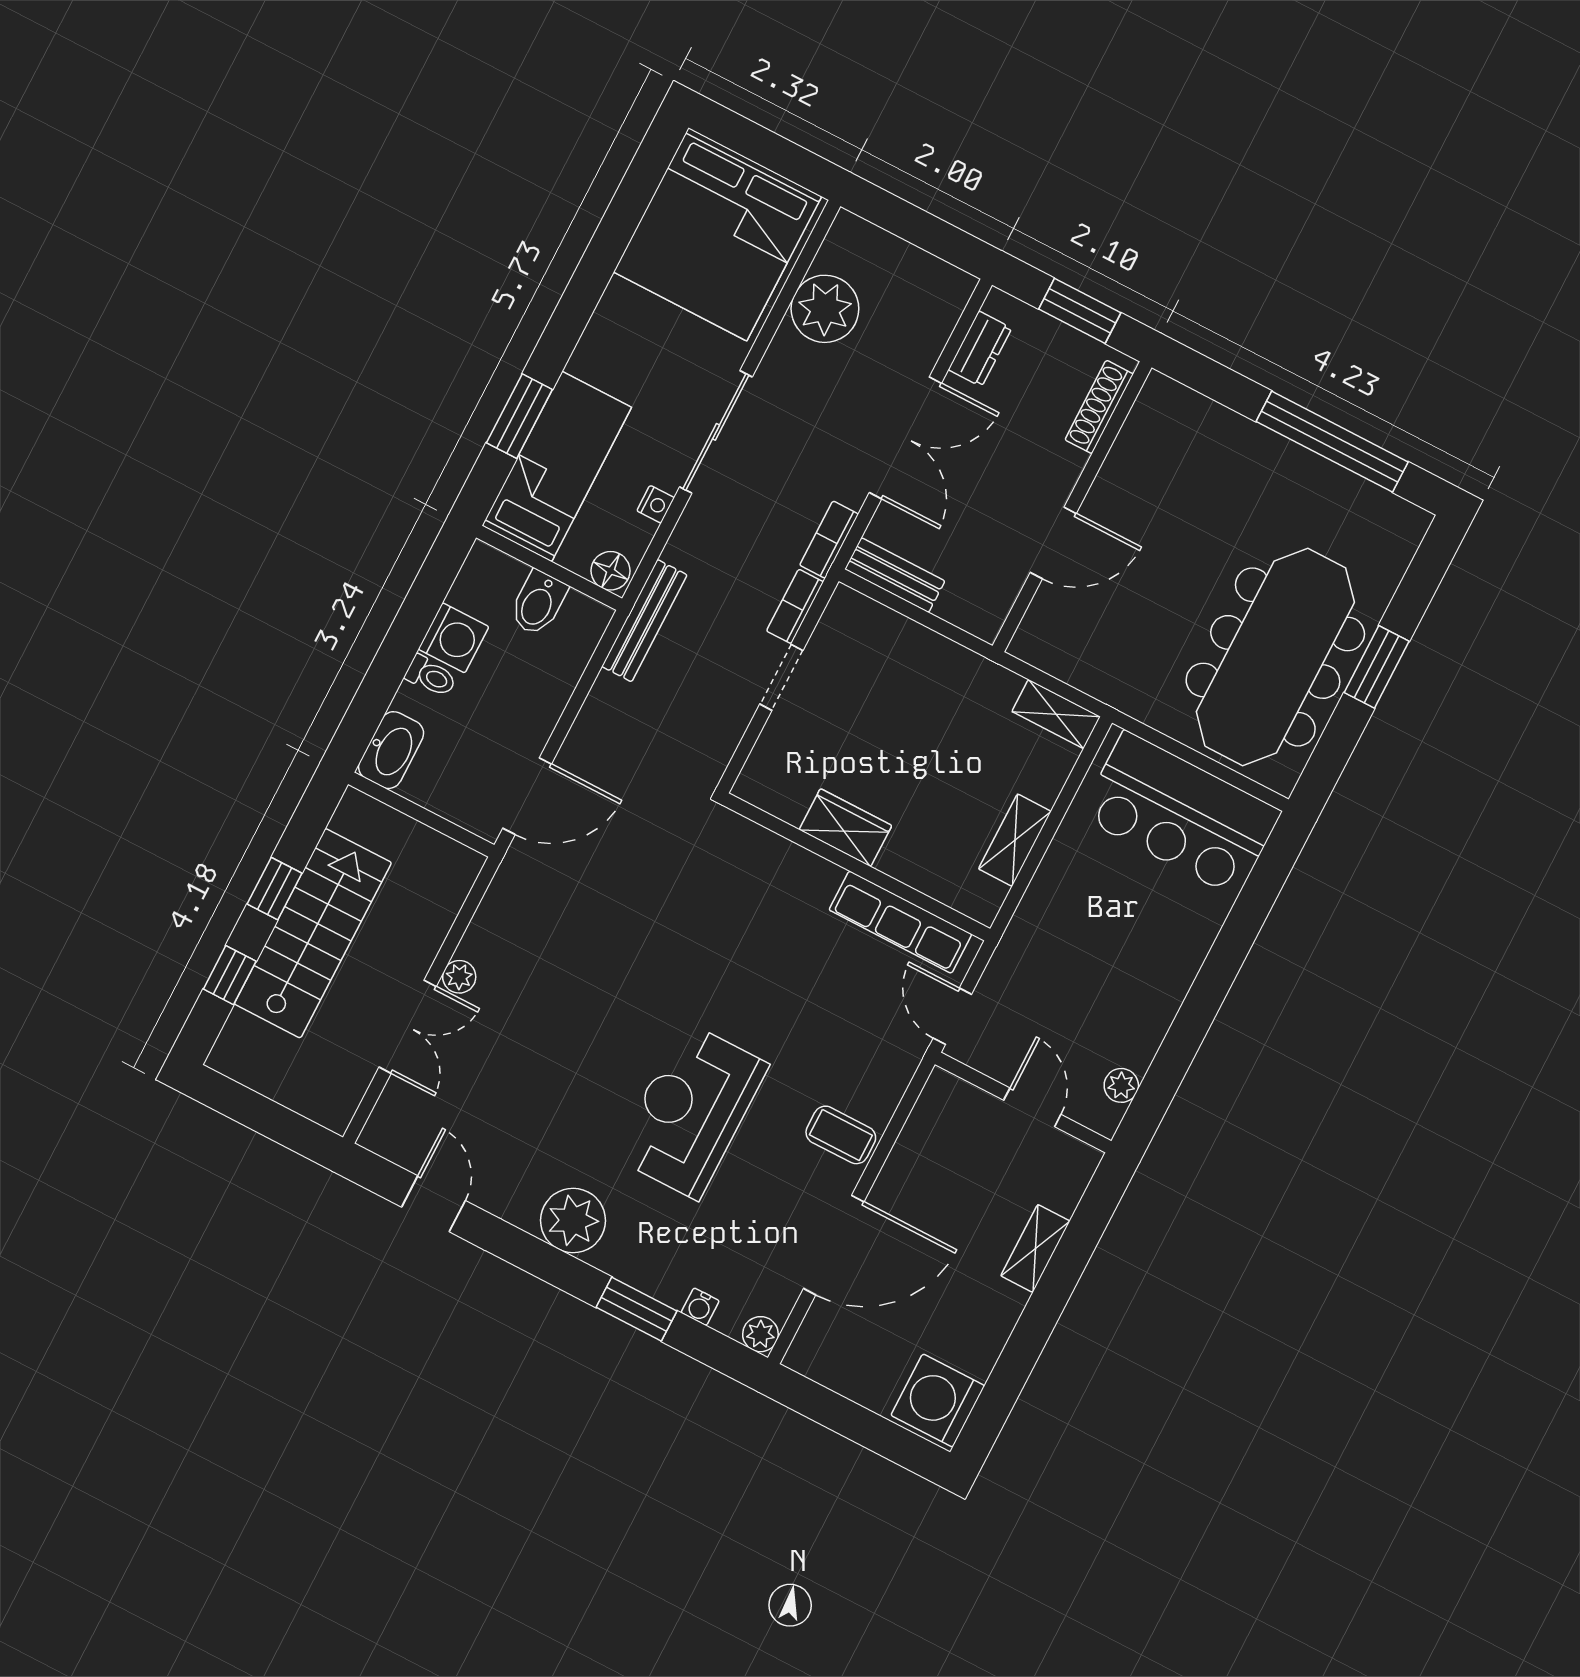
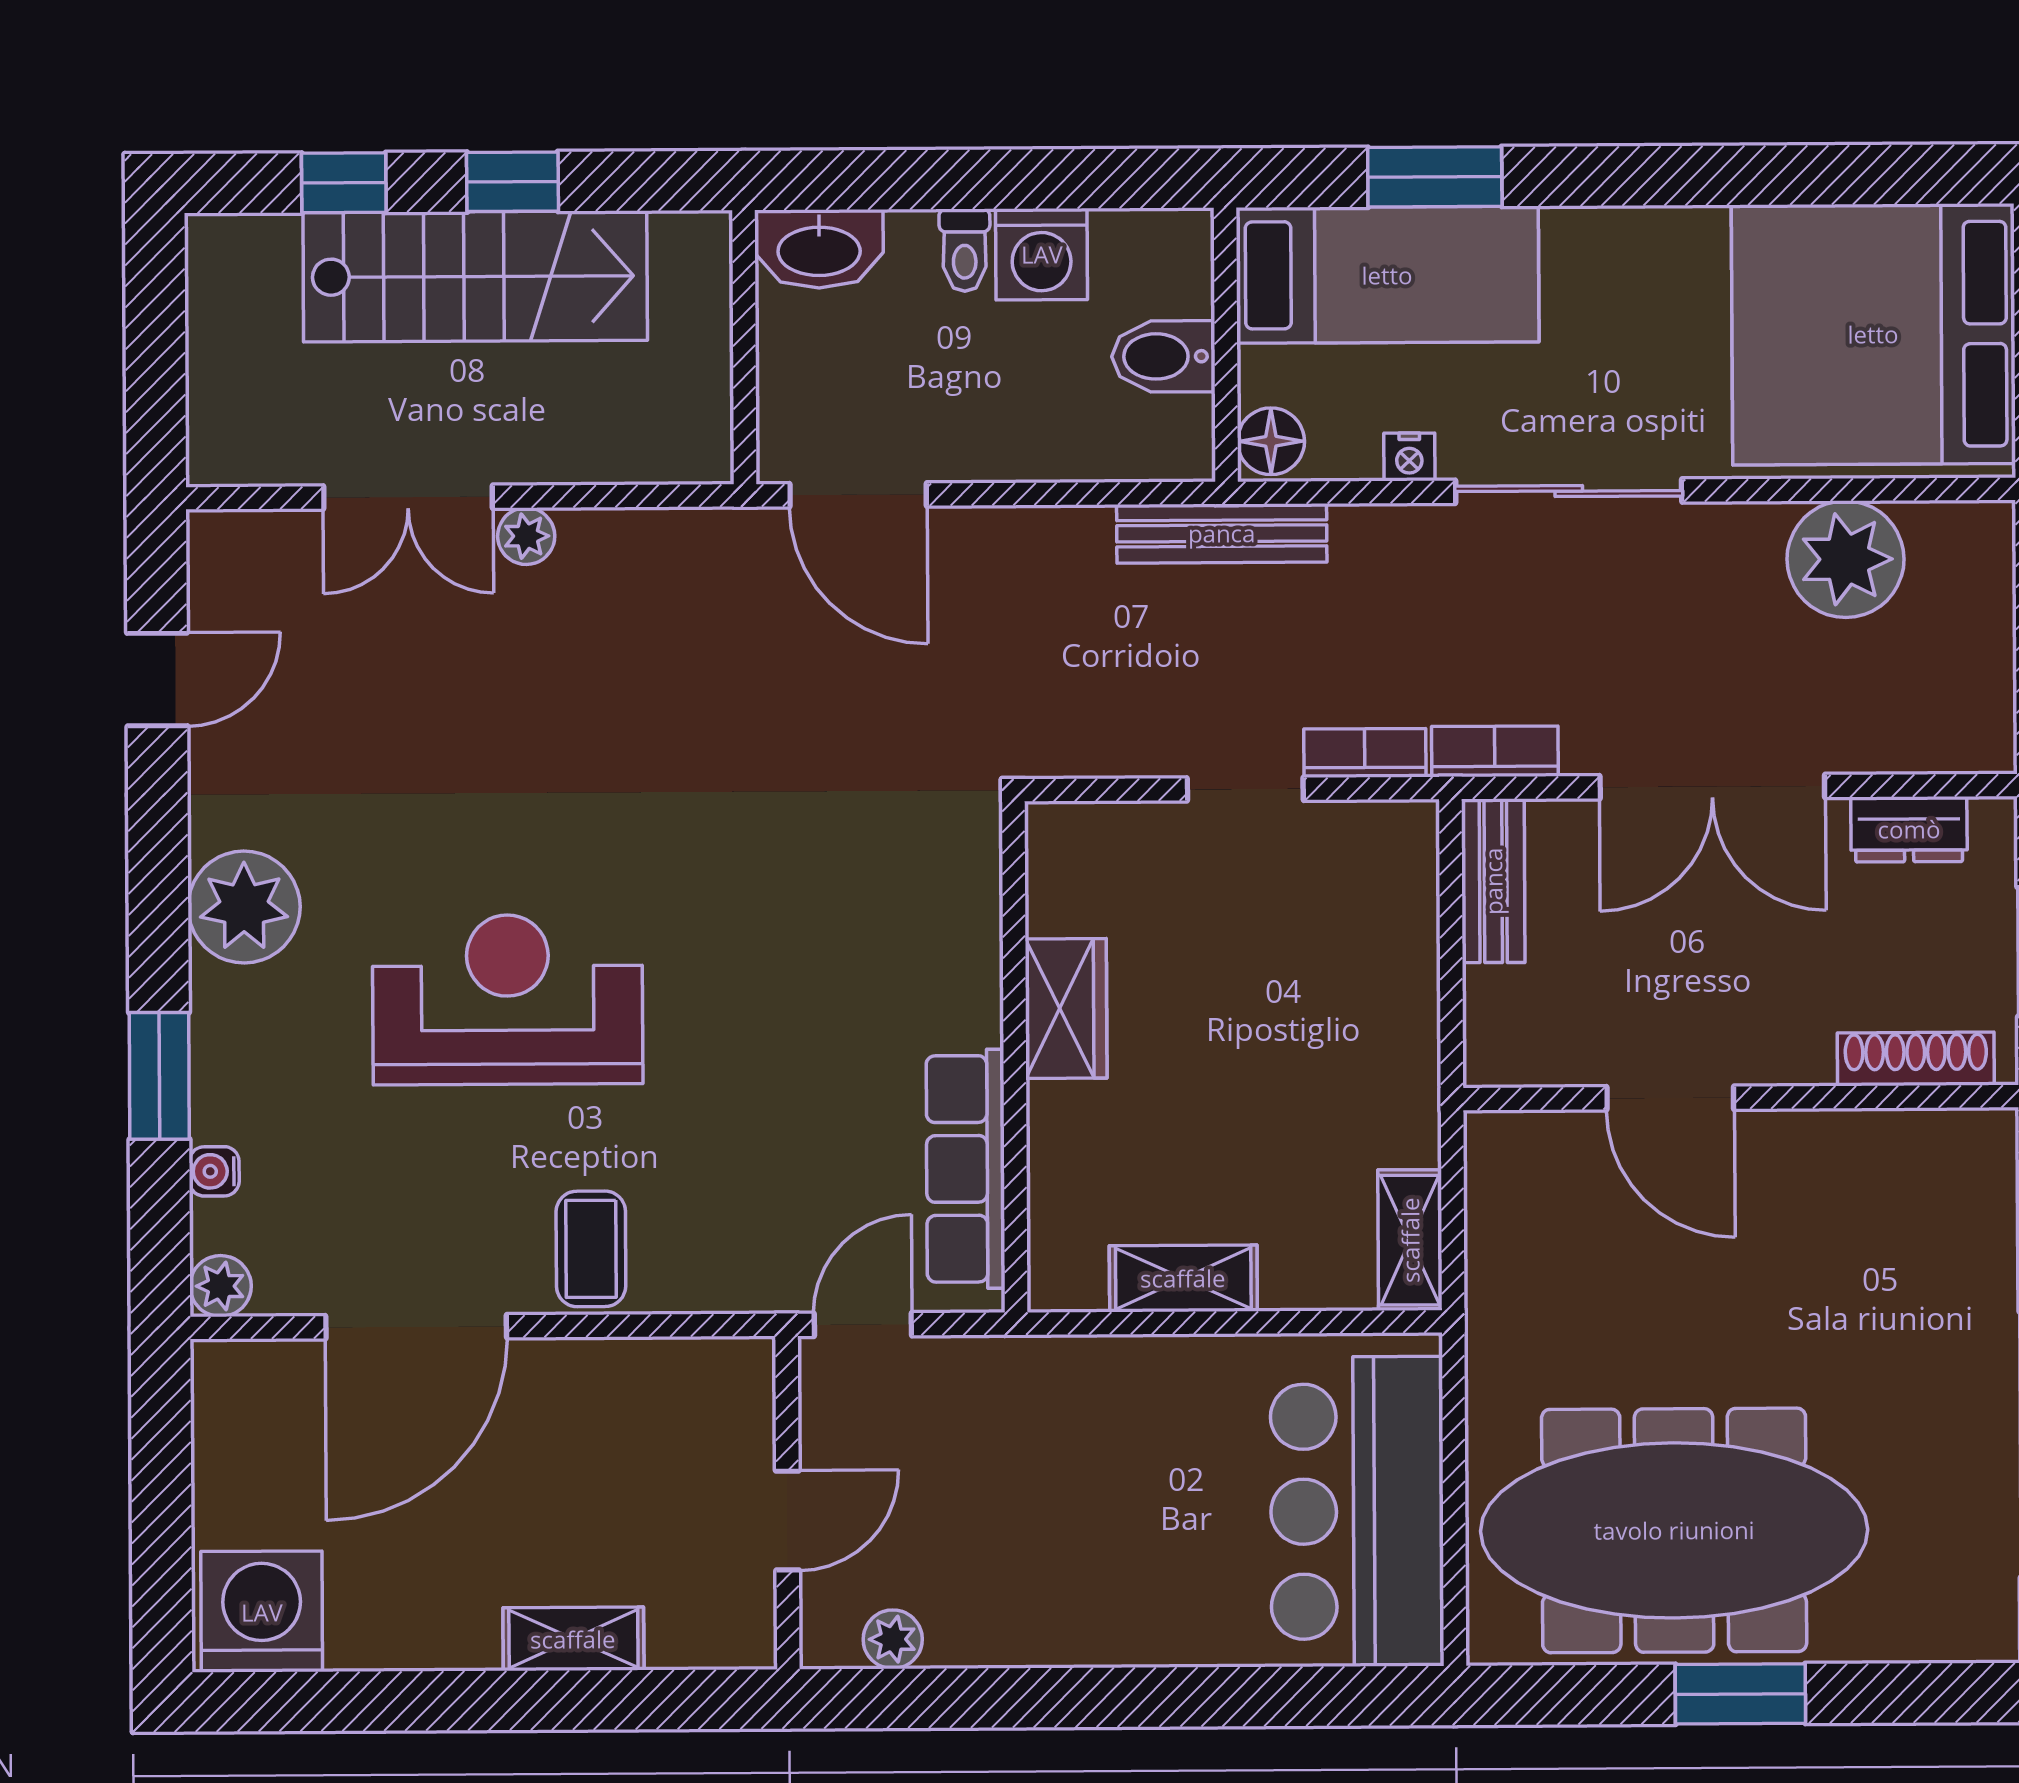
door: (834, 1245) -> (416, 1327), hinge flipped

